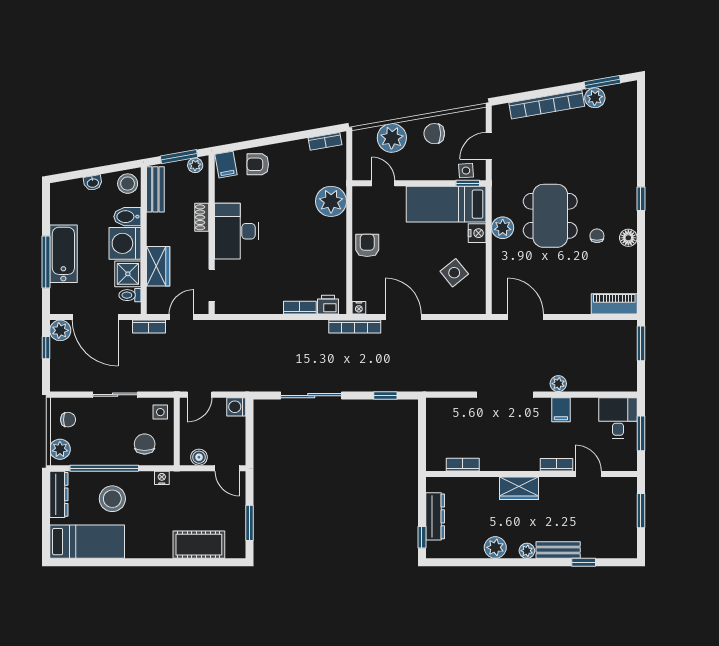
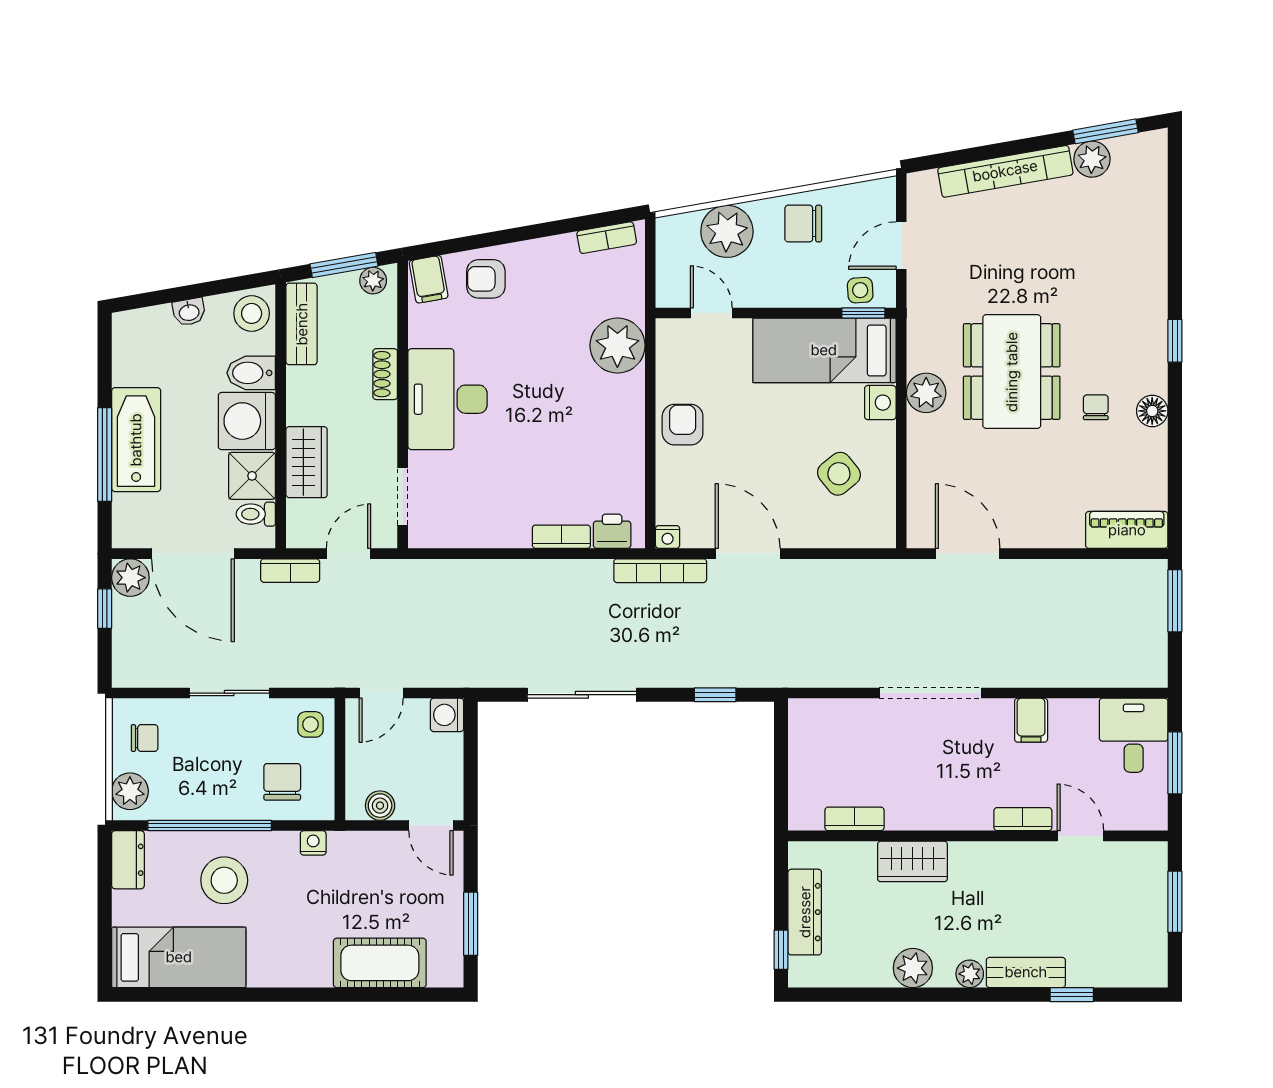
plant: (558, 384) -> (1026, 673), removed
wardrobe: (519, 488) -> (912, 861), moved
dresser: (59, 494) -> (128, 860), width x0.70

